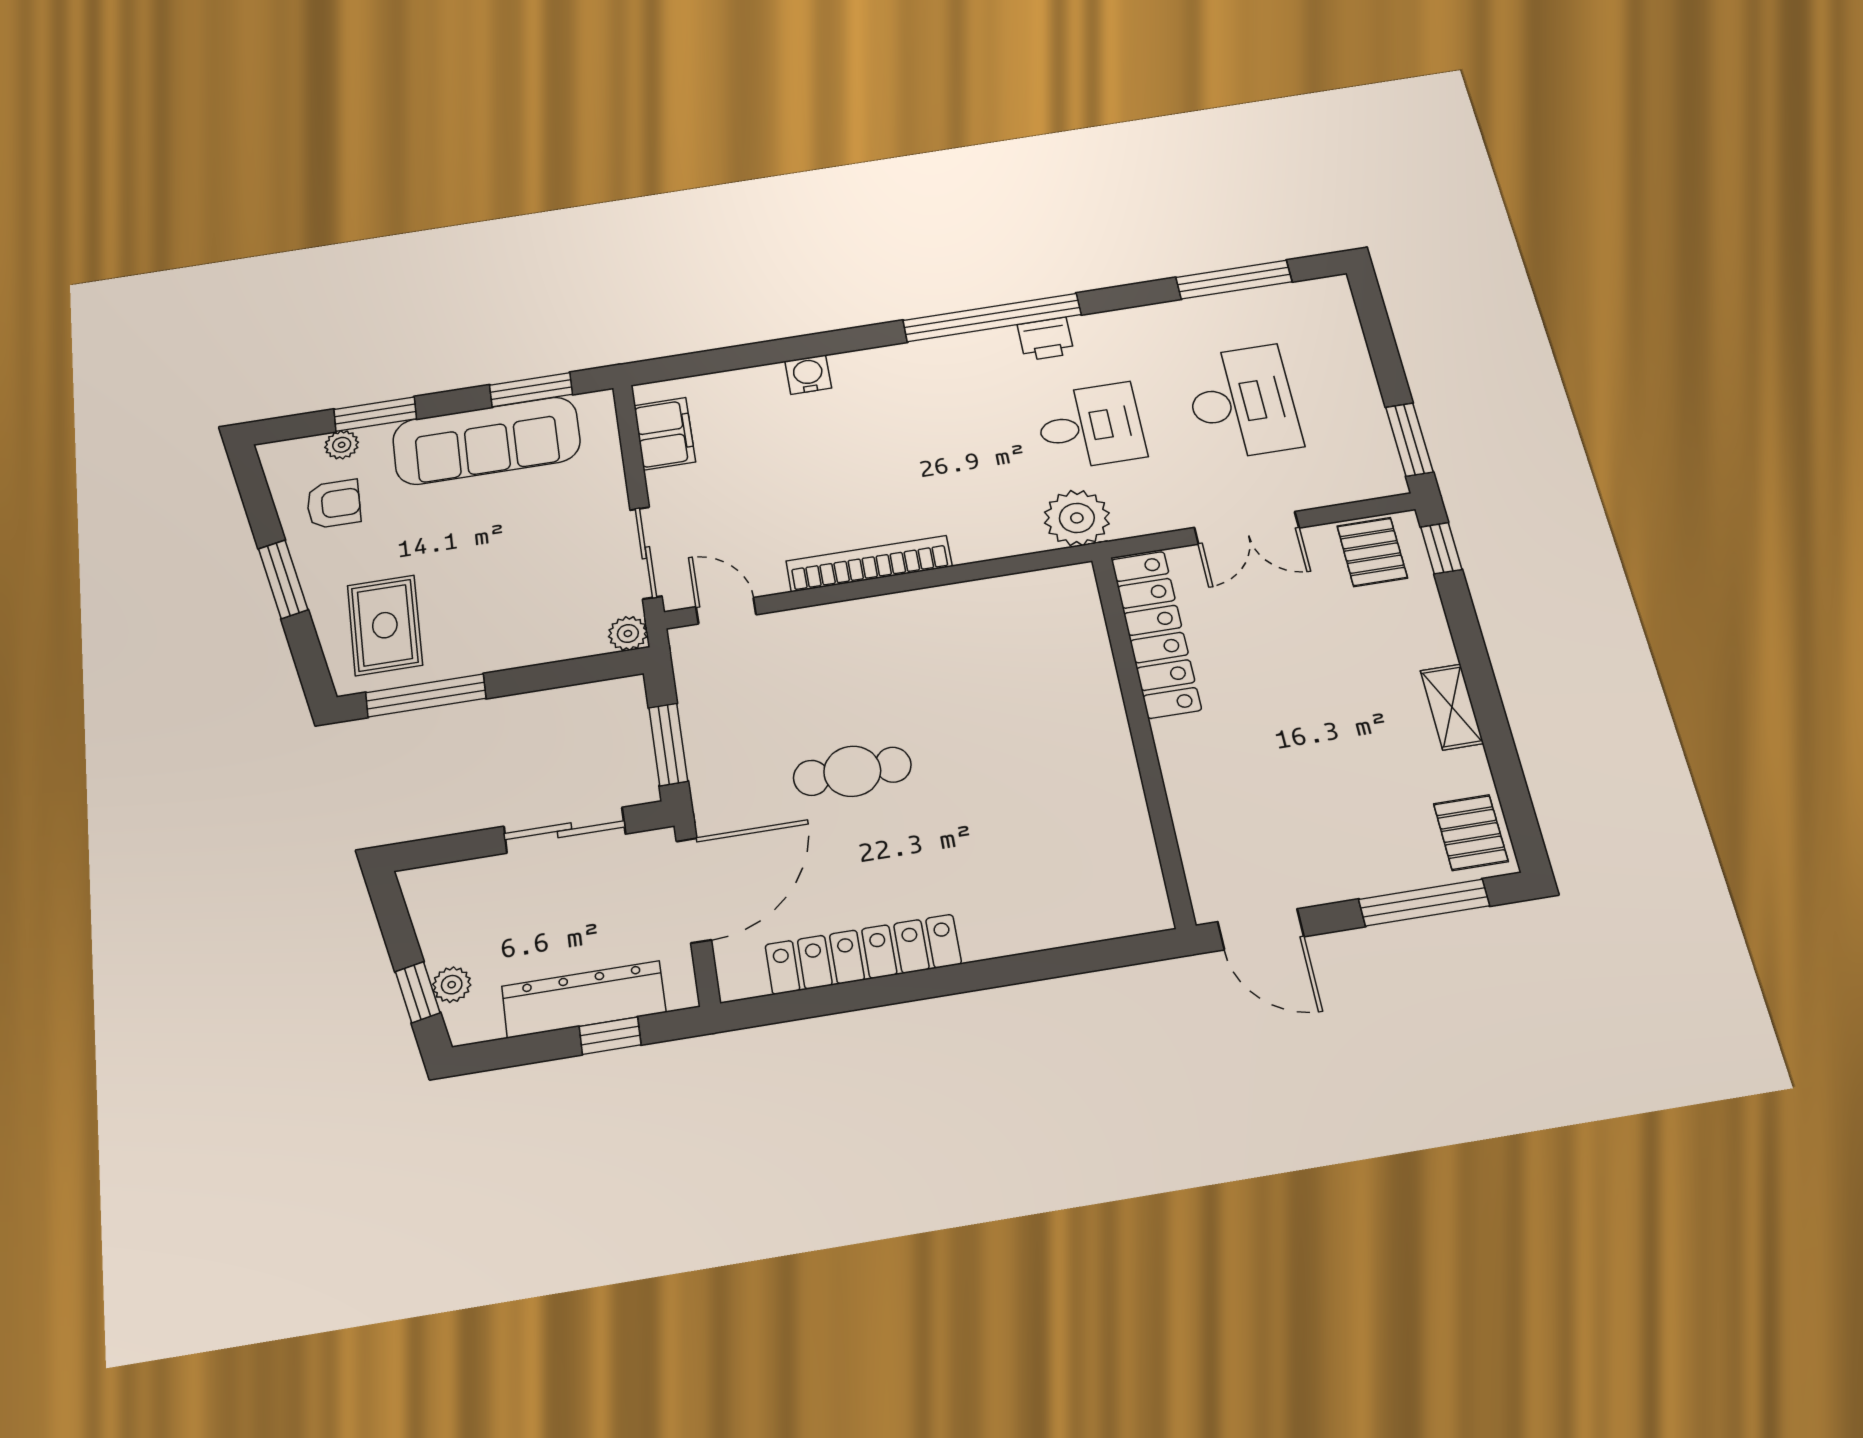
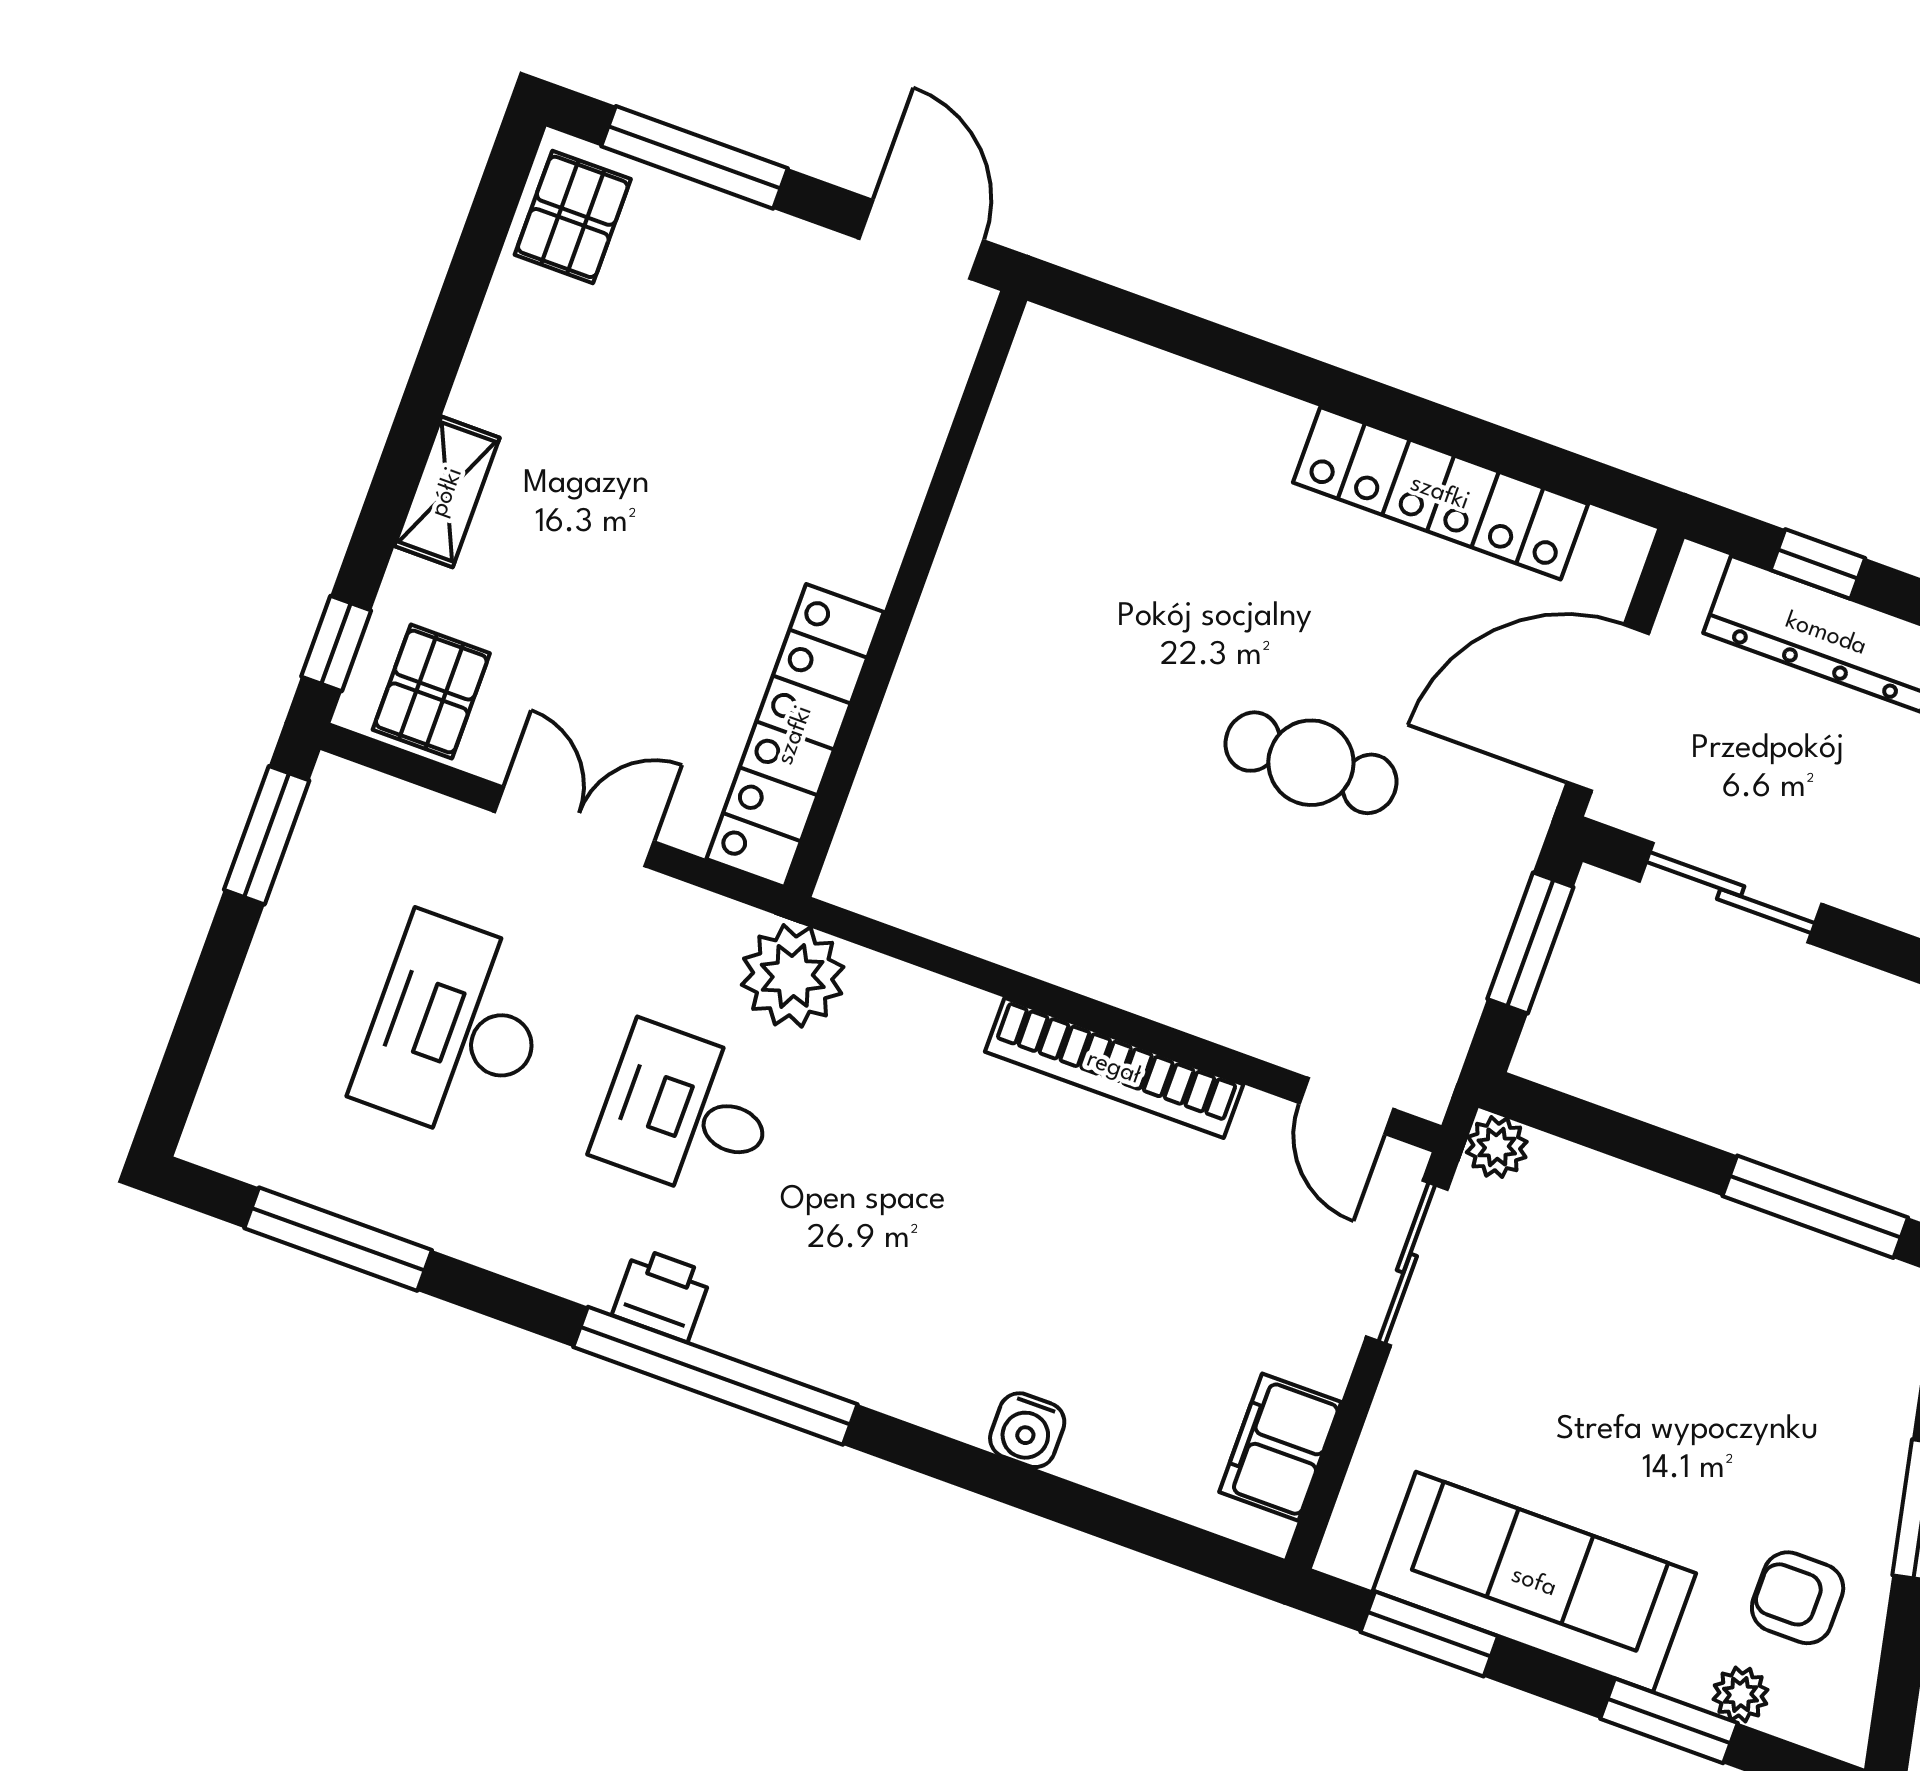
rug: (385, 625) -> (1819, 1353), removed
shelving: (1452, 707) -> (447, 492), moved

